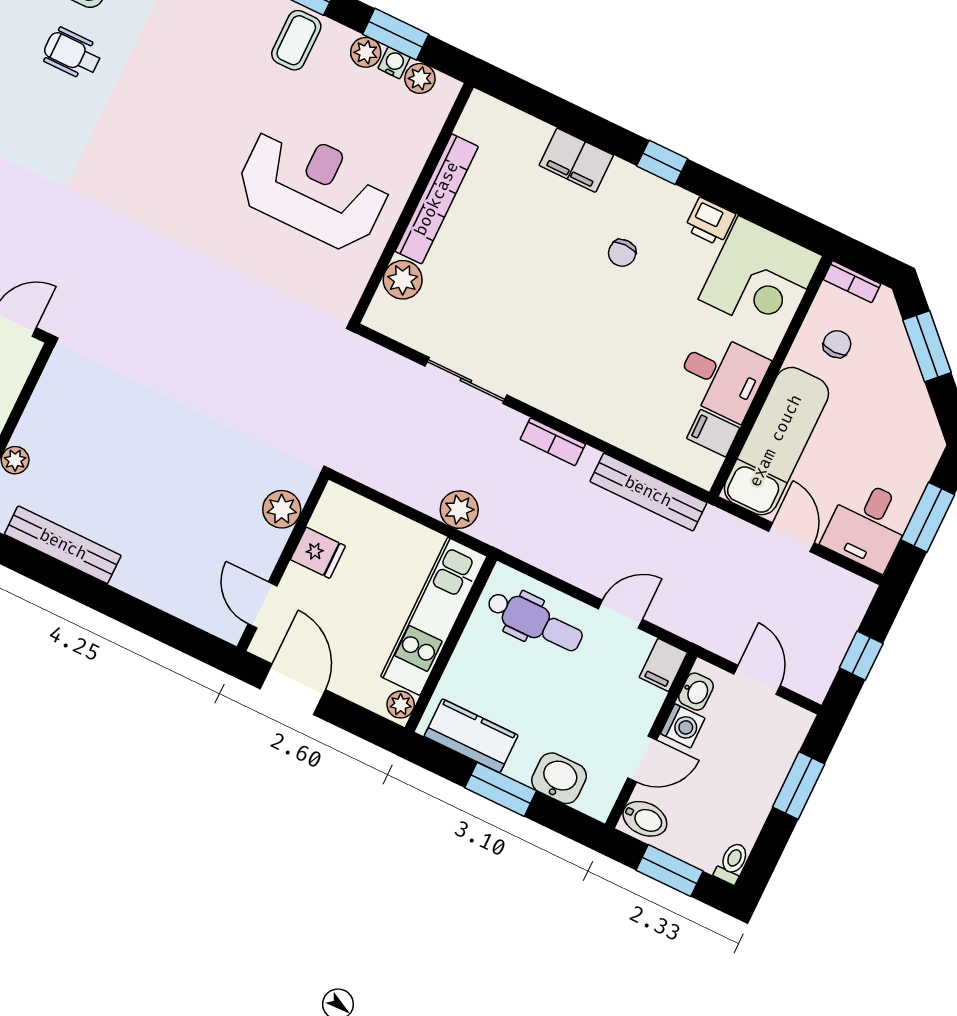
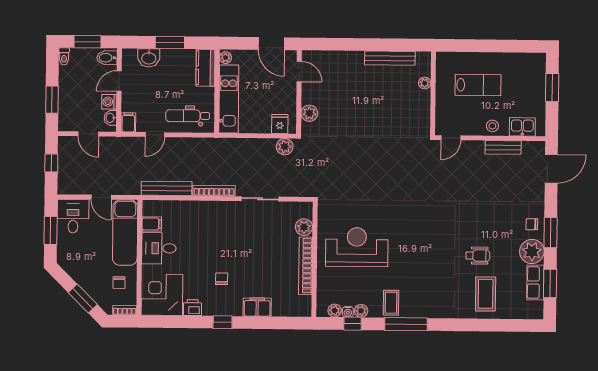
window: (396, 34) -> (353, 324), width x0.67
reception desk: (313, 188) -> (357, 247), turned 180
bookcase: (553, 442) -> (214, 191), width x1.56
plant: (459, 510) -> (285, 147), moved
fridge: (318, 553) -> (280, 124), moved, turned 90
kitchen counter: (471, 736) -> (206, 68), moved, turned 90

